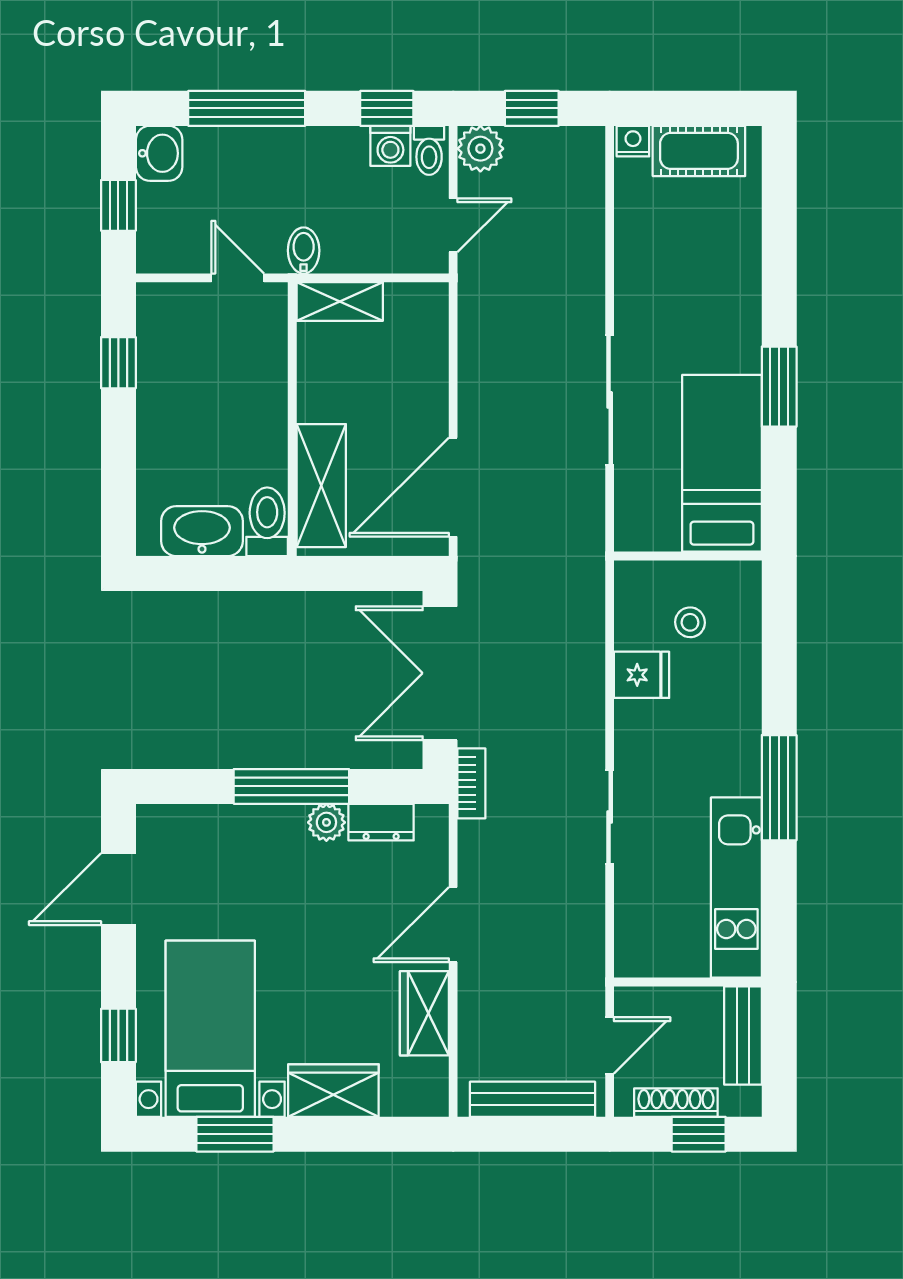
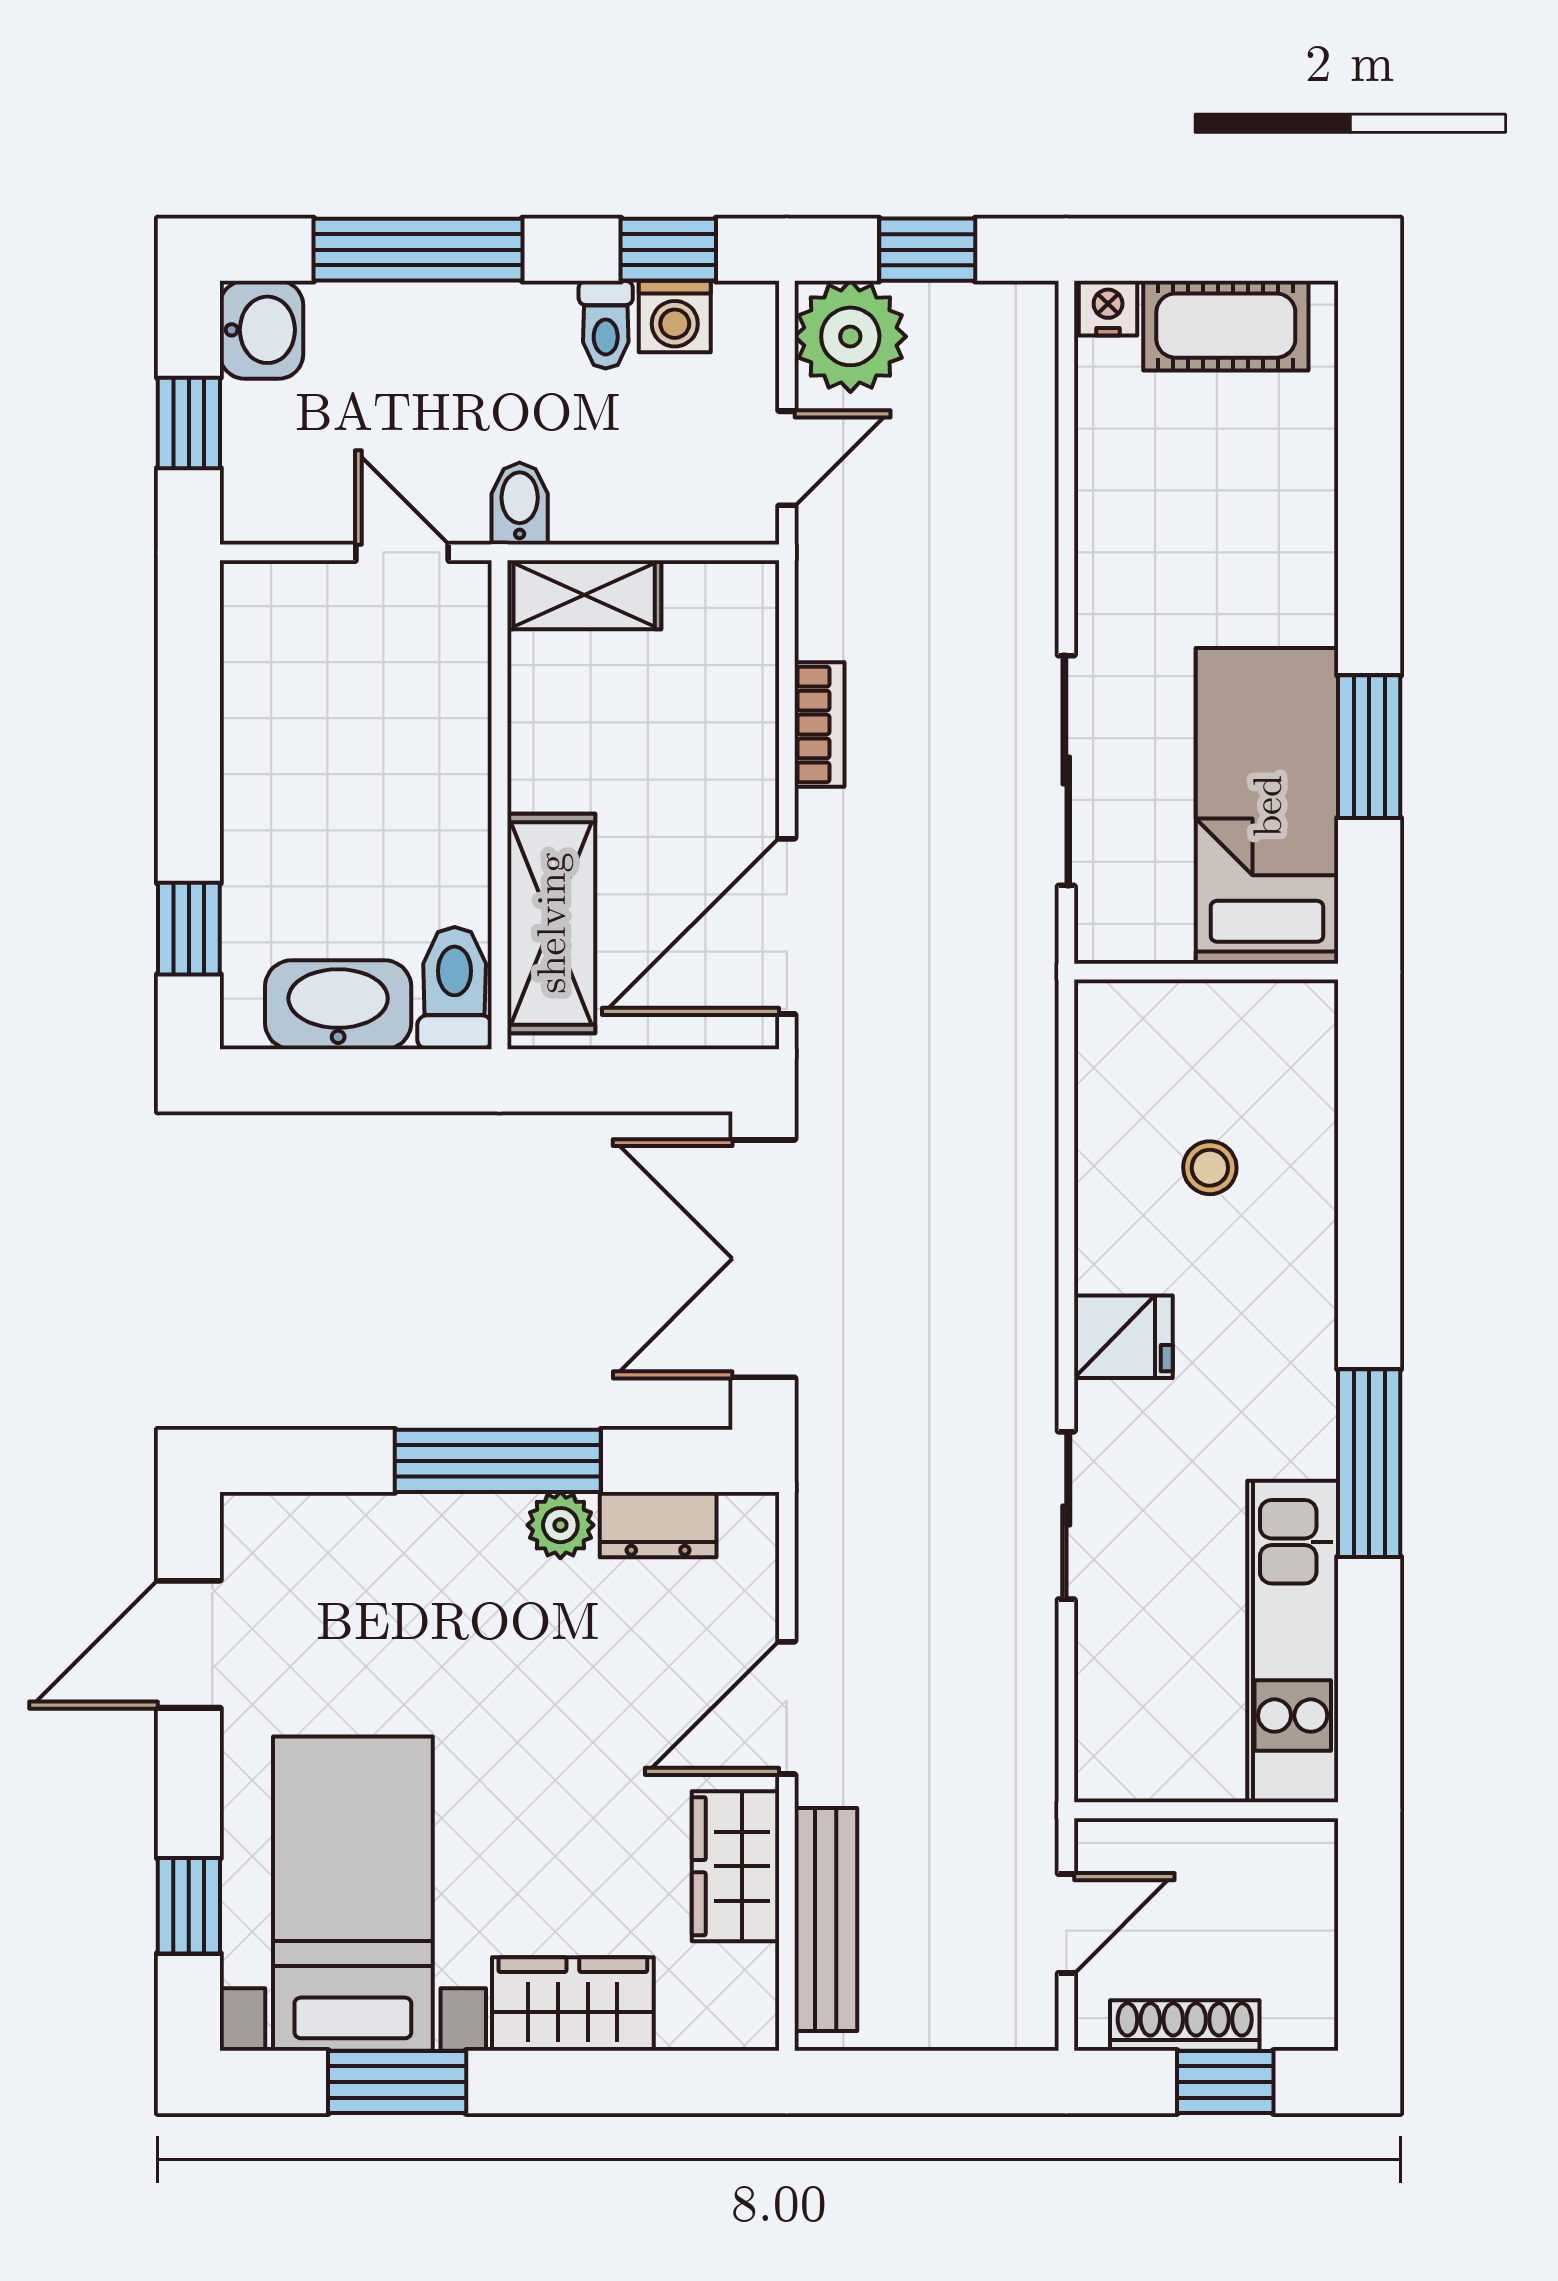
plant: (480, 149) -> (850, 336), width x1.36, depth x1.36
toilet: (429, 150) -> (606, 325), moved
window: (118, 363) -> (189, 929), moved
bed: (722, 463) -> (1267, 806), moved
wall: (688, 556) -> (1206, 972), moved
fridge: (642, 675) -> (1123, 1337), moved
bookcase: (471, 783) -> (819, 724), moved
bench: (743, 1036) -> (1304, 1906), removed
bench: (533, 1099) -> (826, 1920), moved, turned 90

